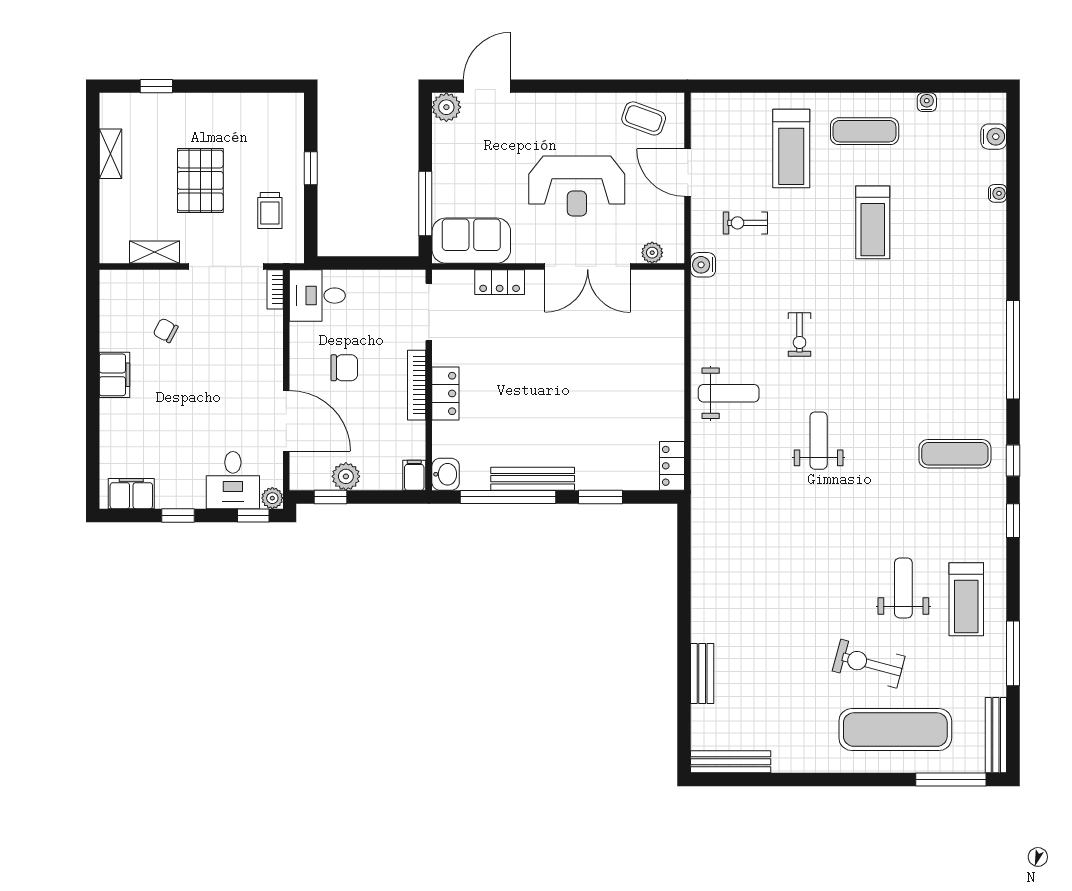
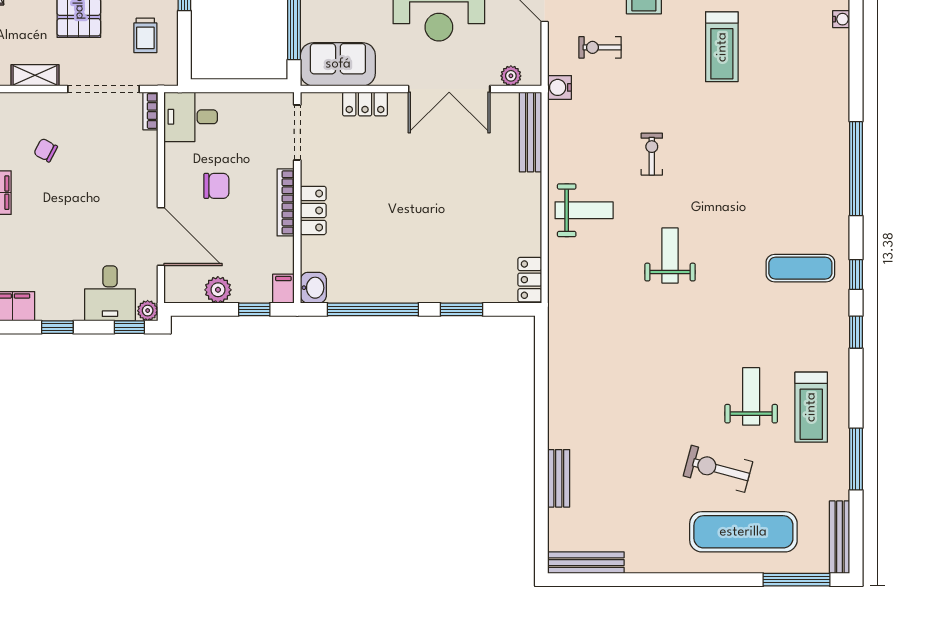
exercise bike: (800, 335) -> (652, 154), turned 180
bench: (533, 479) -> (530, 132), moved, turned 90
window: (330, 497) -> (254, 309), moved

